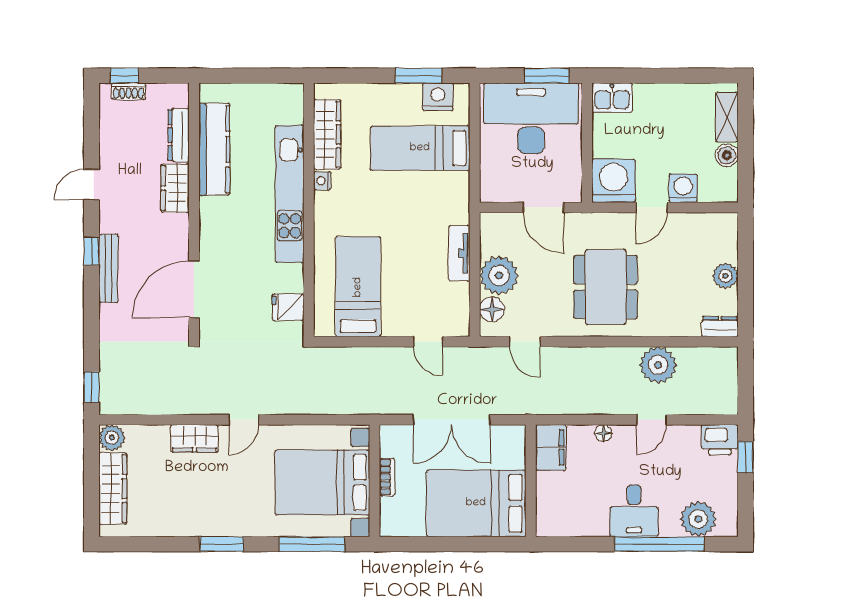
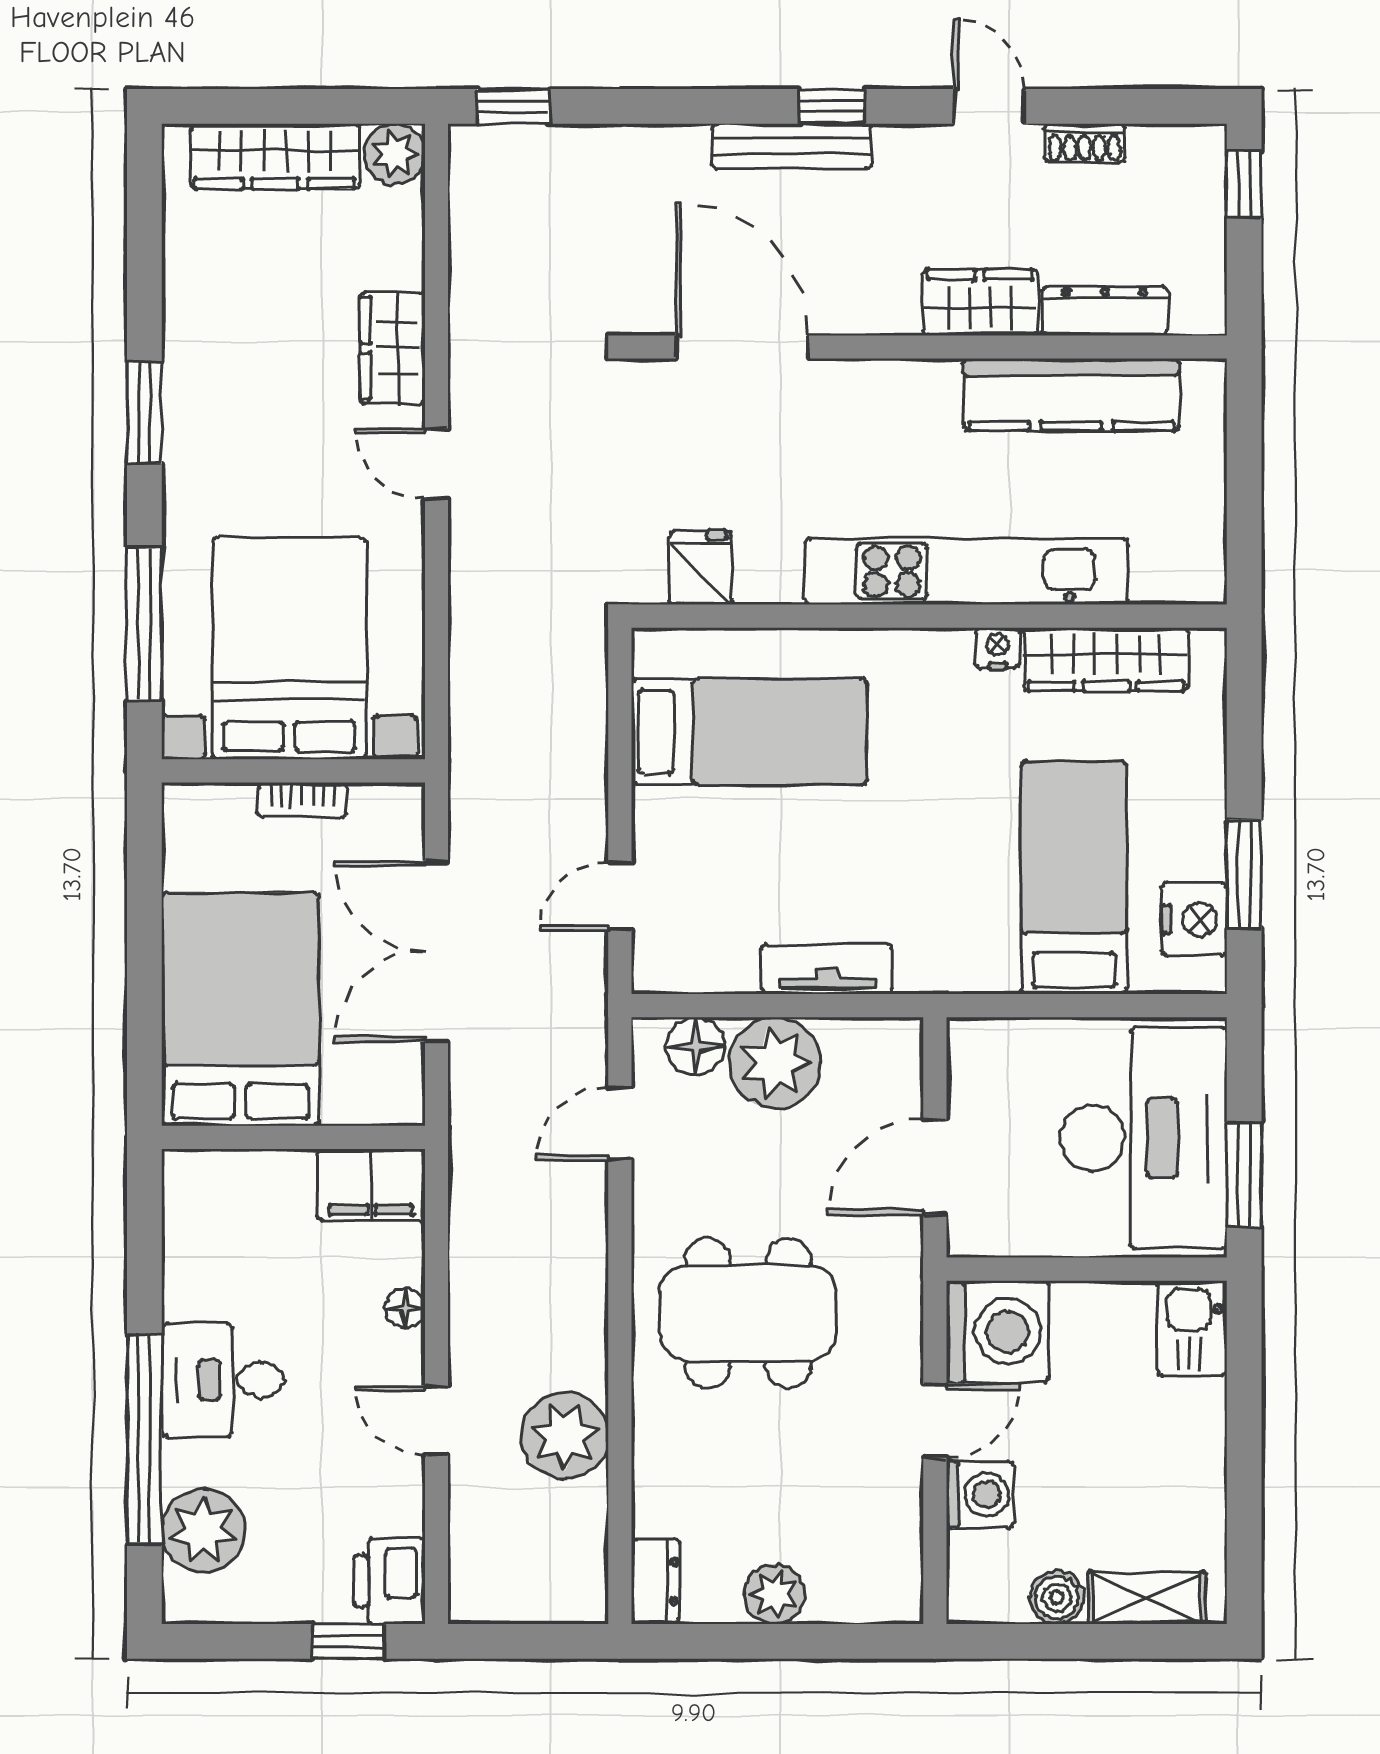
shoe rack: (129, 91) -> (1084, 143), moved, turned -90
door: (652, 207) -> (935, 1421), swing flipped

